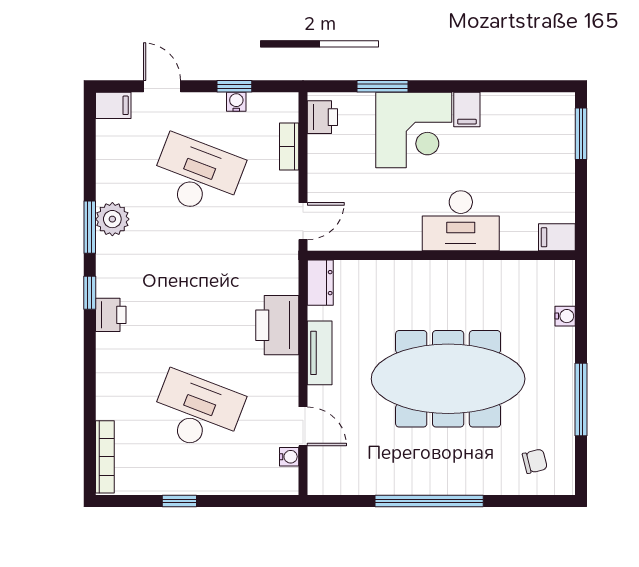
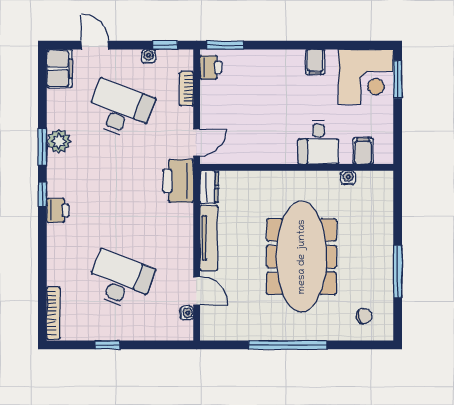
window: (234, 86) -> (165, 45), moved
window: (382, 86) -> (225, 45), moved
filing cabinet: (113, 105) -> (59, 69), width x2.00
corner desk: (414, 130) -> (366, 77), moved
desk: (461, 221) -> (318, 142), width x0.73
filing cabinet: (557, 237) -> (363, 151), moved, turned 90
water cooler: (565, 316) -> (348, 178), moved, turned -90
printer: (277, 325) -> (178, 181), moved
tv unit: (320, 353) -> (209, 238), width x1.41
meeting table: (448, 379) -> (302, 257), turned 90

